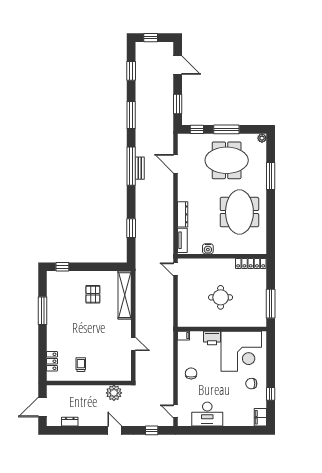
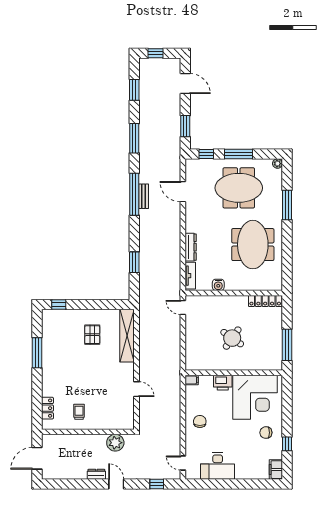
round table: (221, 297) -> (232, 338), turned 35
dresser: (70, 422) -> (96, 474), moved

